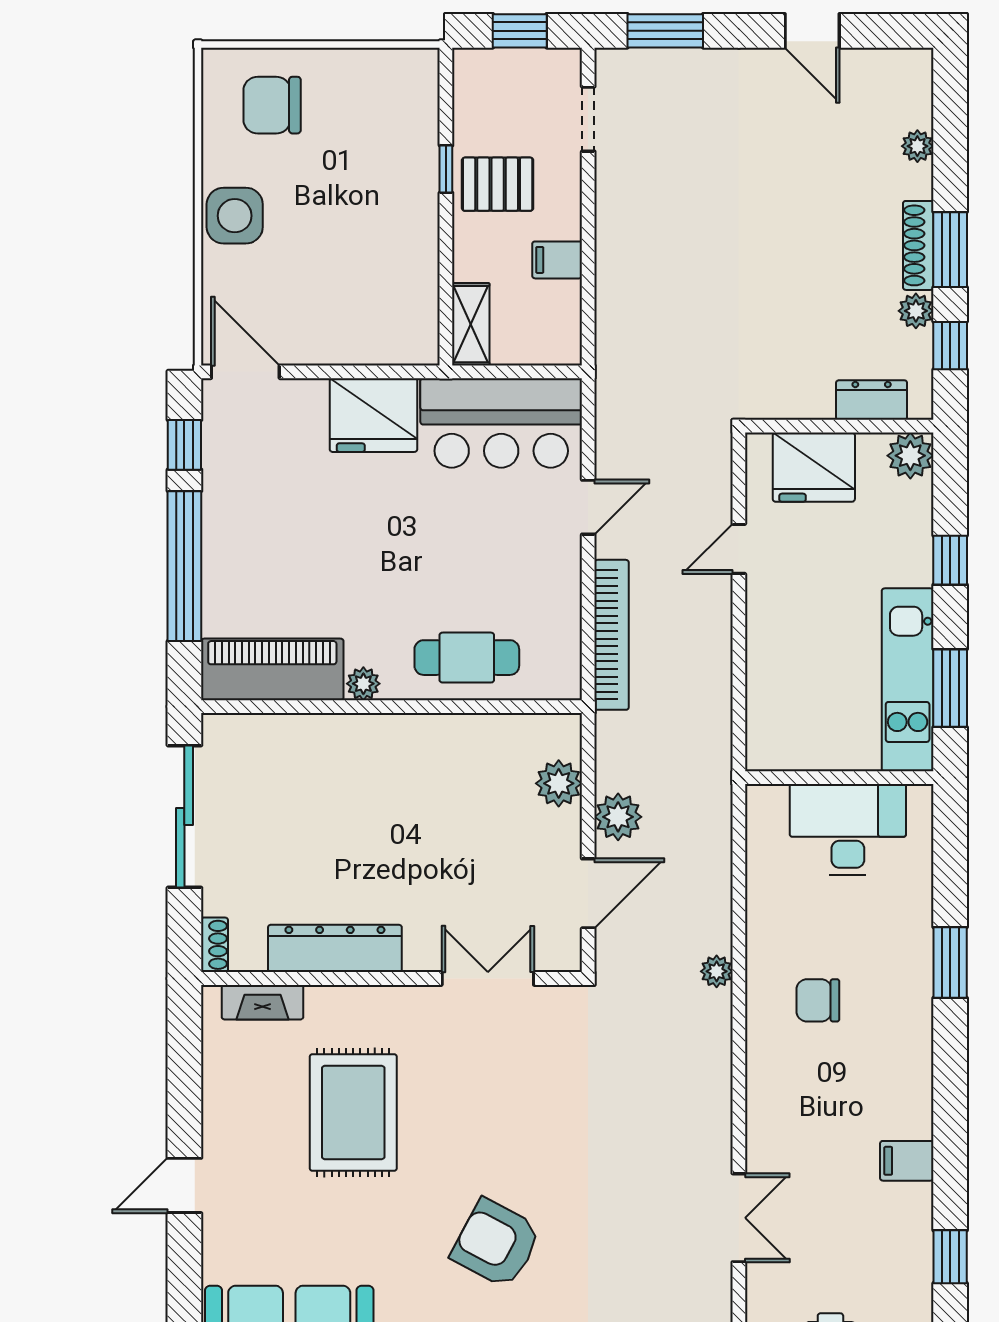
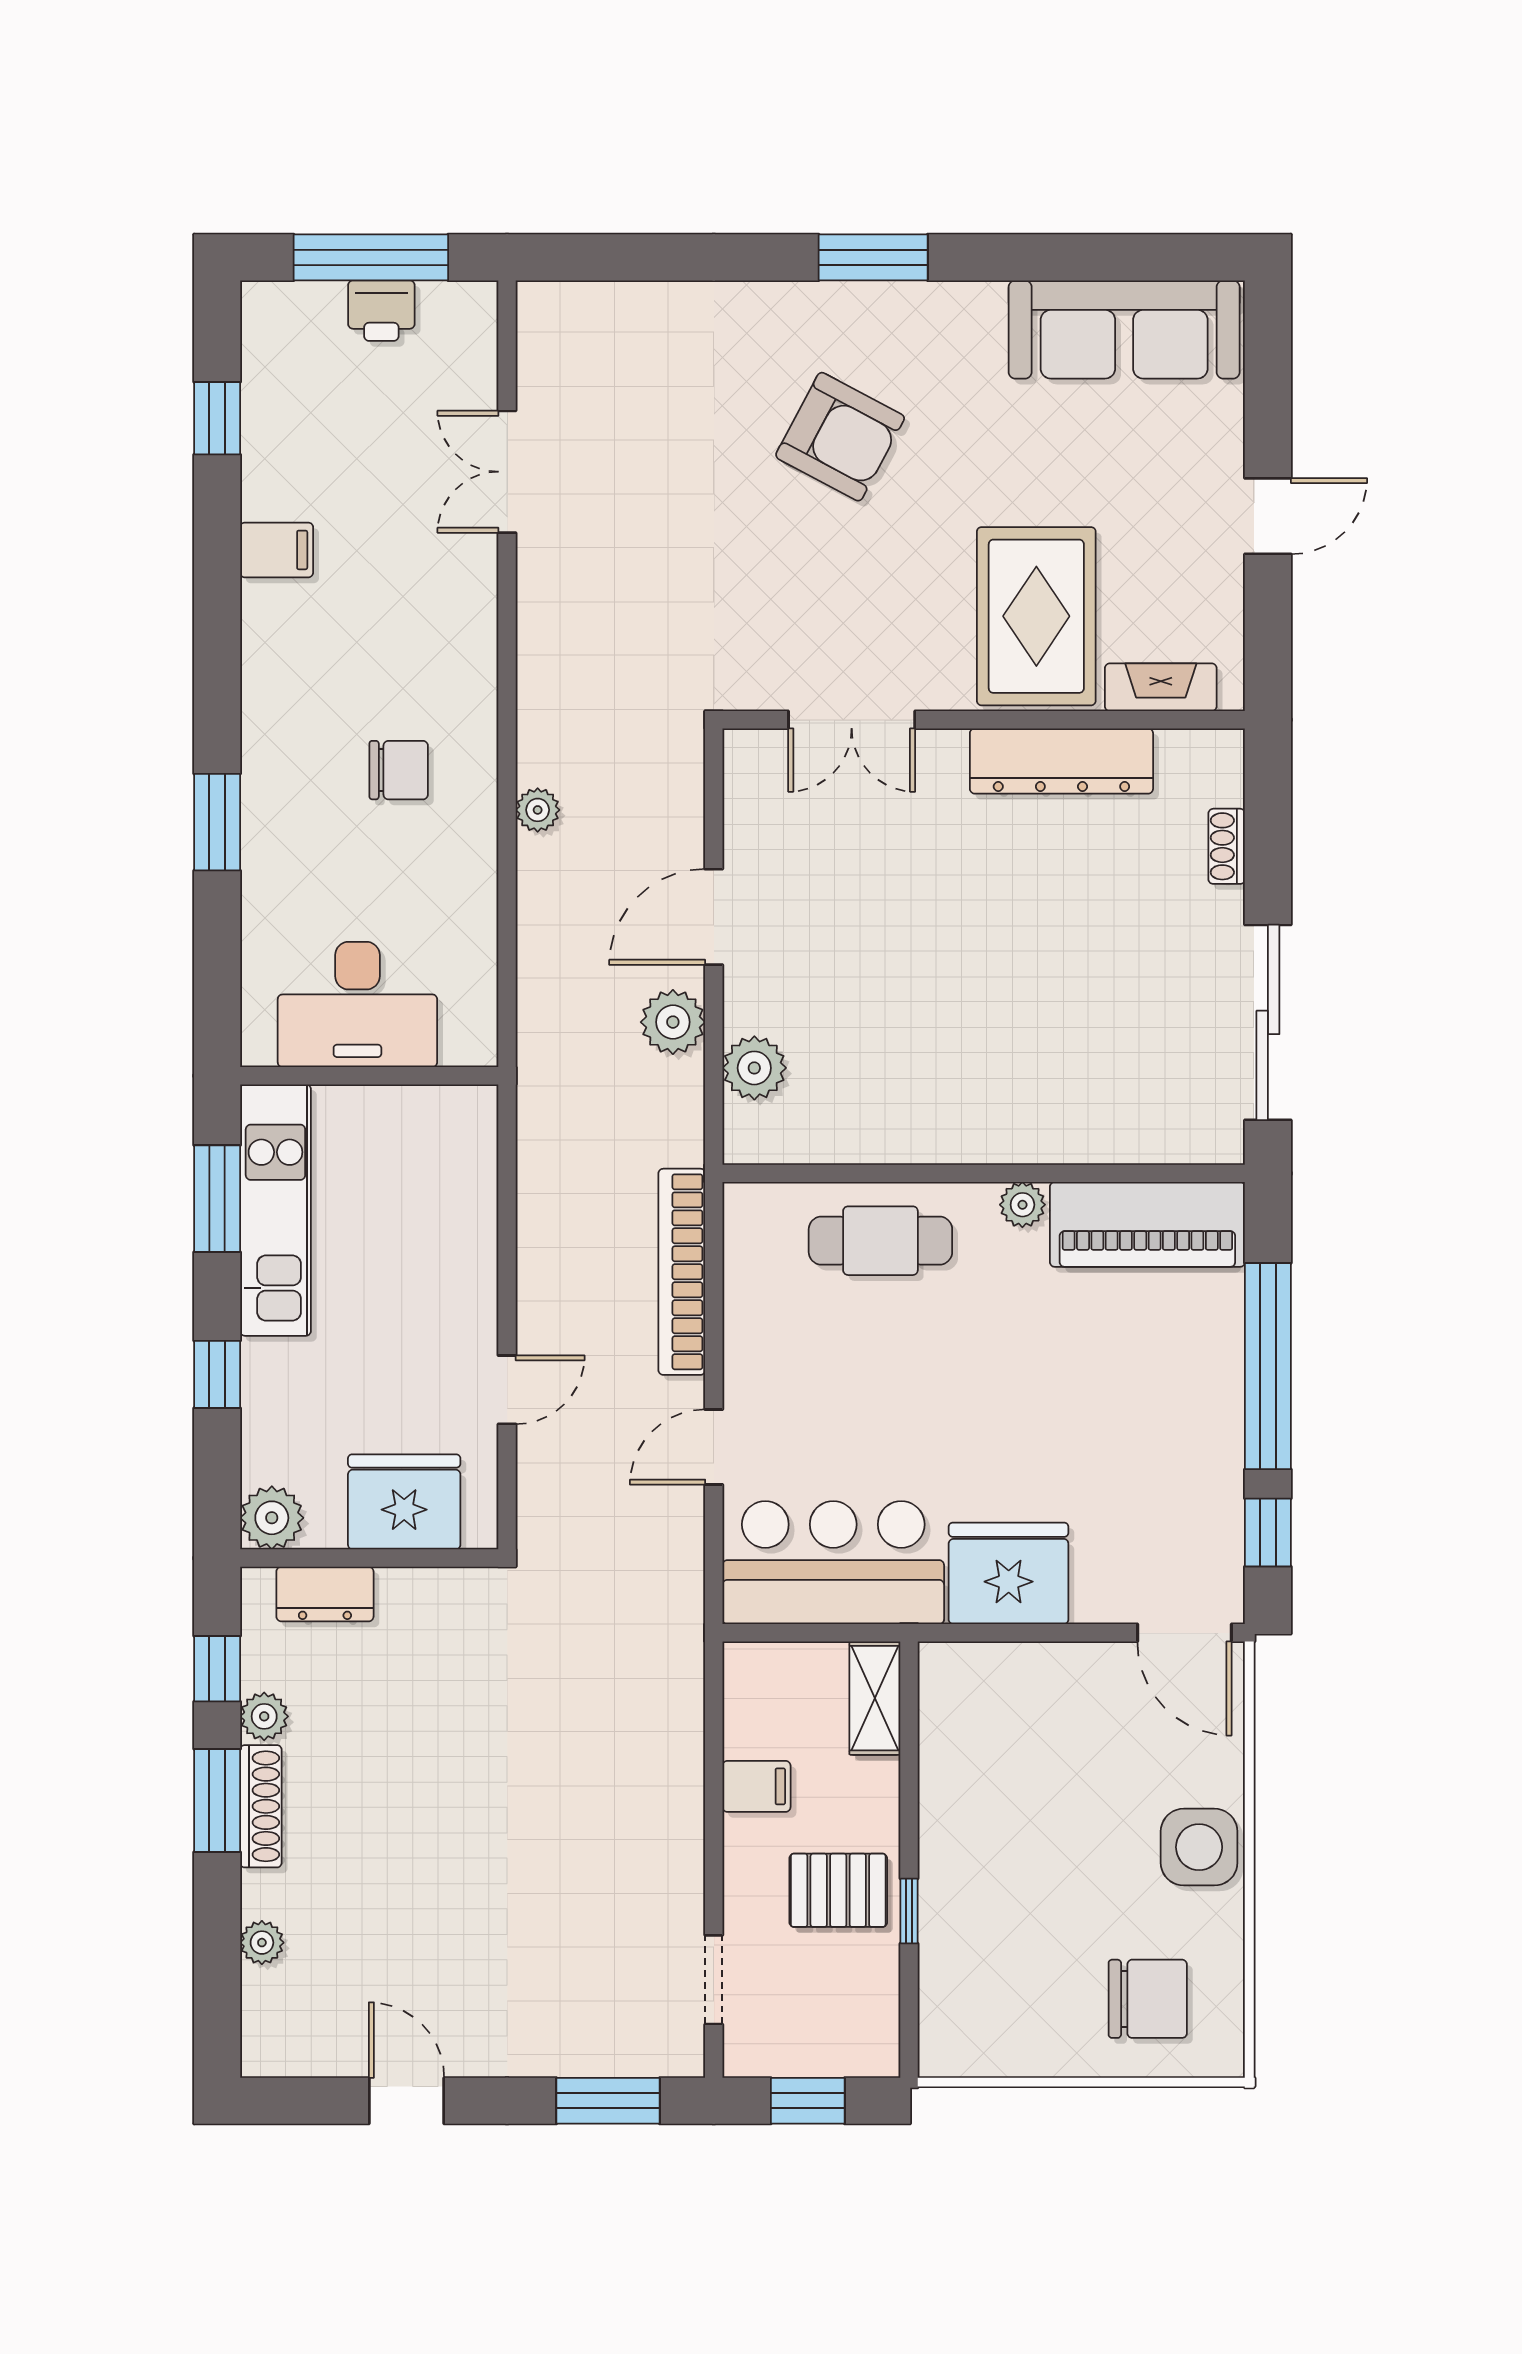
dresser: (335, 948) -> (1061, 761), moved
wall: (392, 979) -> (984, 720), moved
double door: (488, 979) -> (852, 720), moved
fireplace: (263, 1002) -> (1161, 687), moved

